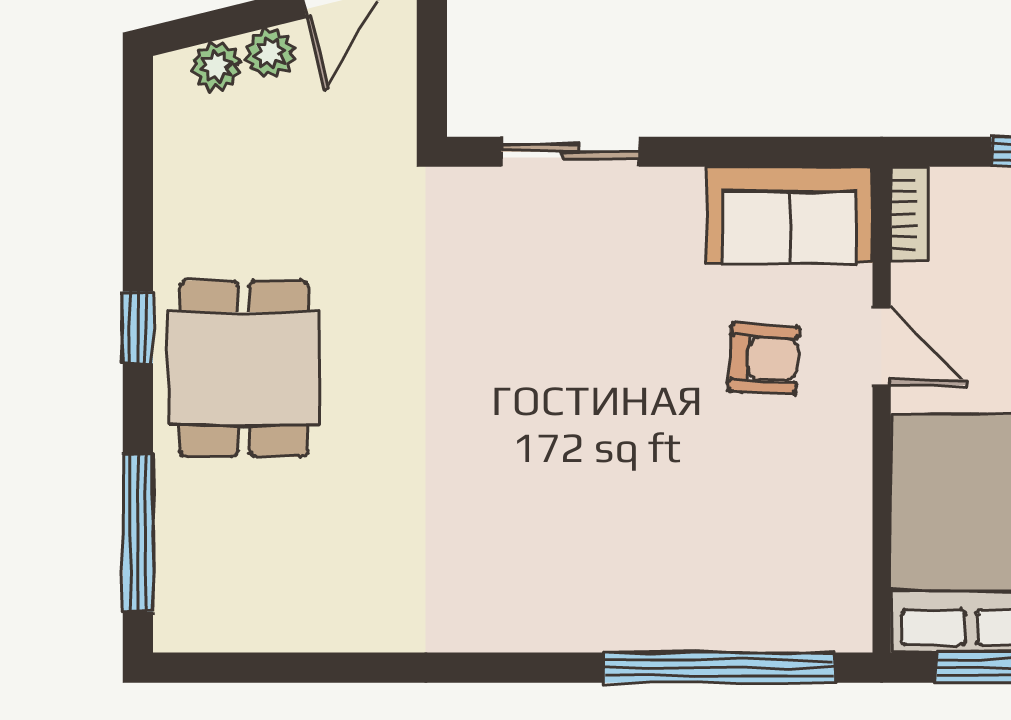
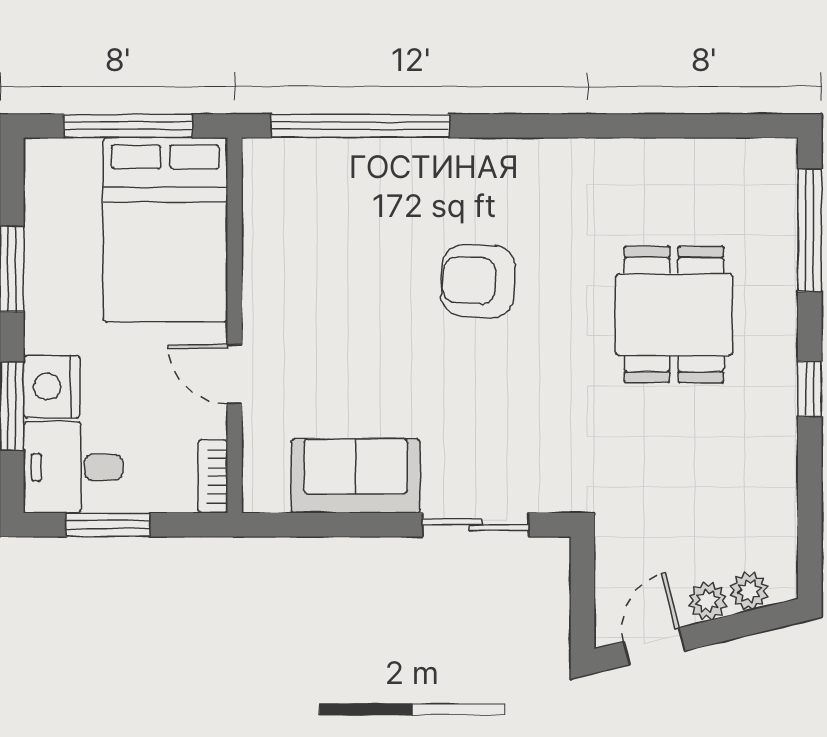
sofa: (789, 215) -> (356, 476), moved
armchair: (764, 359) -> (478, 281), moved, width x1.38, depth x1.38
dining table: (244, 369) -> (674, 315), moved

